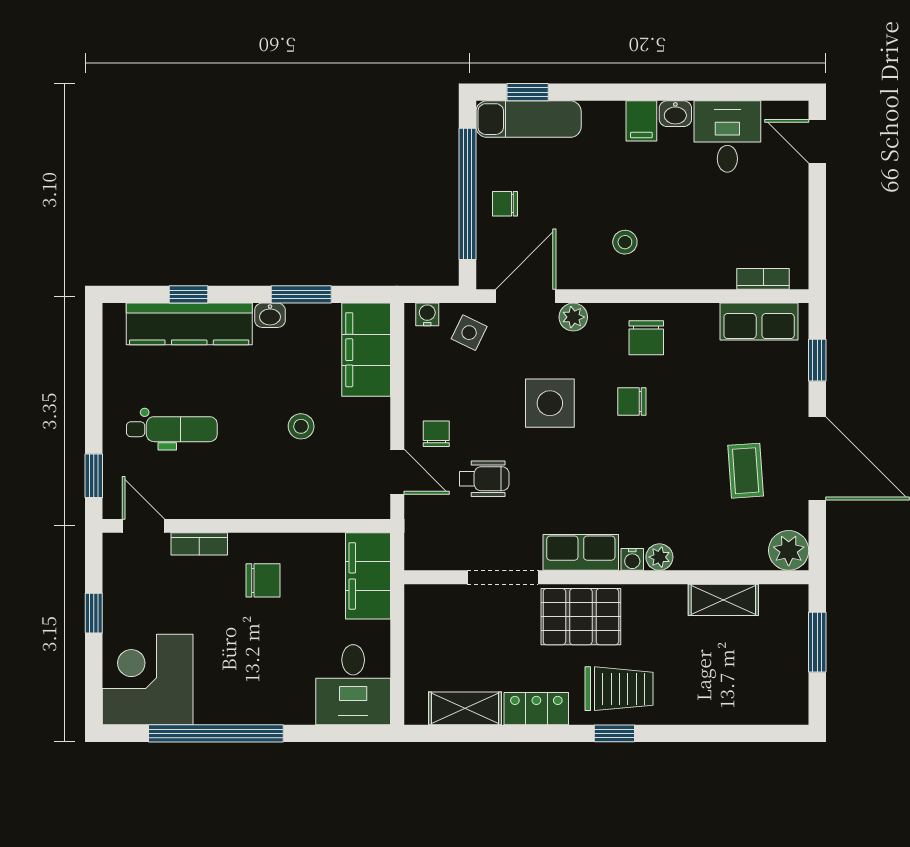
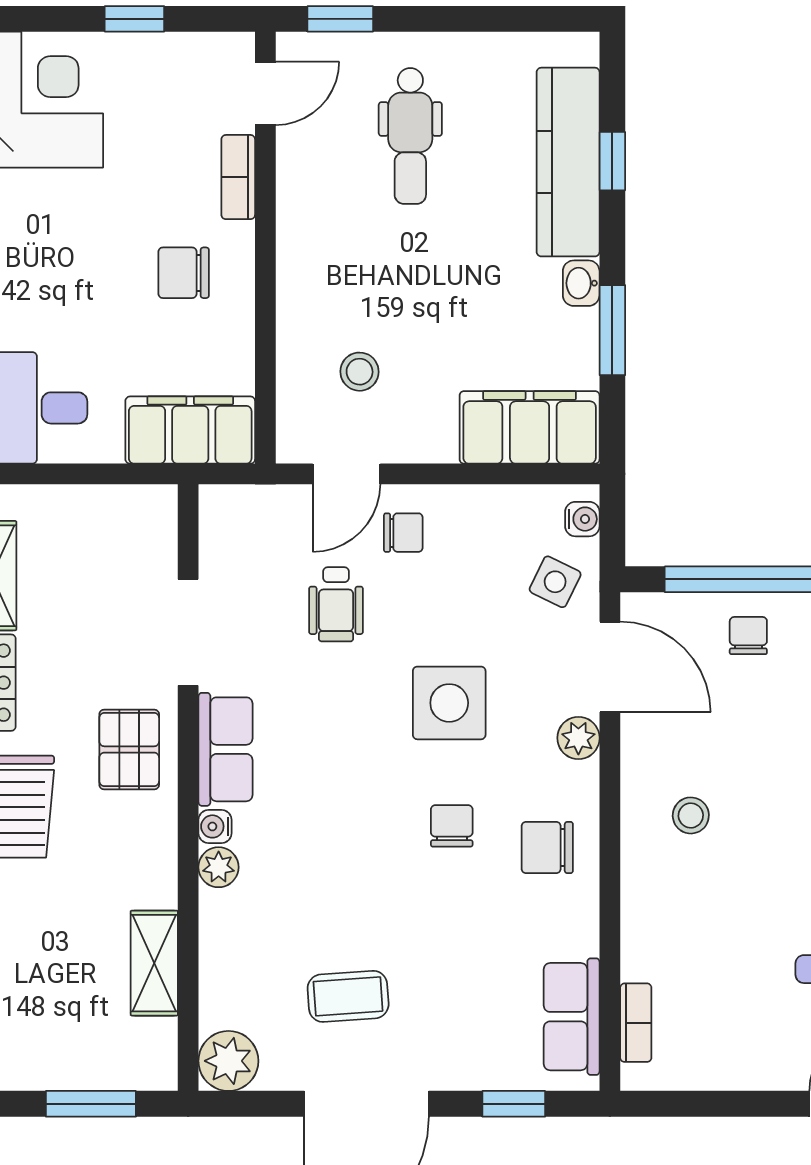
stool: (301, 426) -> (360, 372), moved
chair: (263, 580) -> (184, 273), turned 90
pallet: (581, 617) -> (129, 749), width x0.67, depth x0.71

